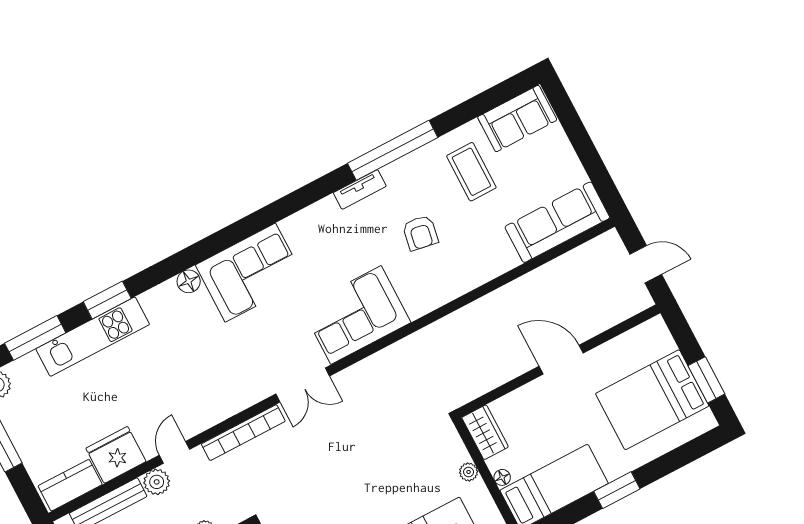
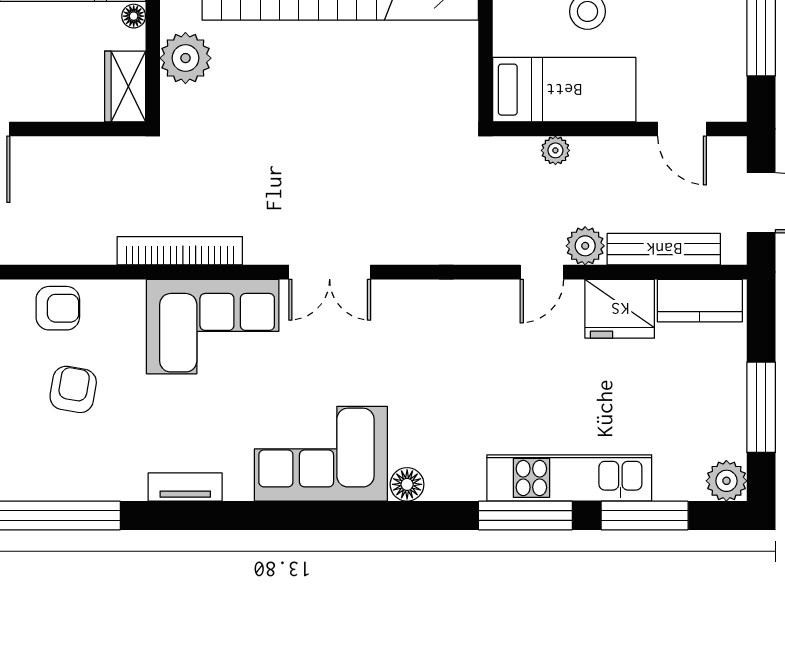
tv unit: (360, 189) -> (185, 487), moved
armchair: (455, 277) -> (58, 308), added
window: (107, 300) -> (525, 516), width x1.44
double door: (303, 385) -> (330, 272), swing flipped
bookcase: (243, 433) -> (180, 251), moved
plant: (469, 472) -> (185, 58), width x1.88, depth x1.88

